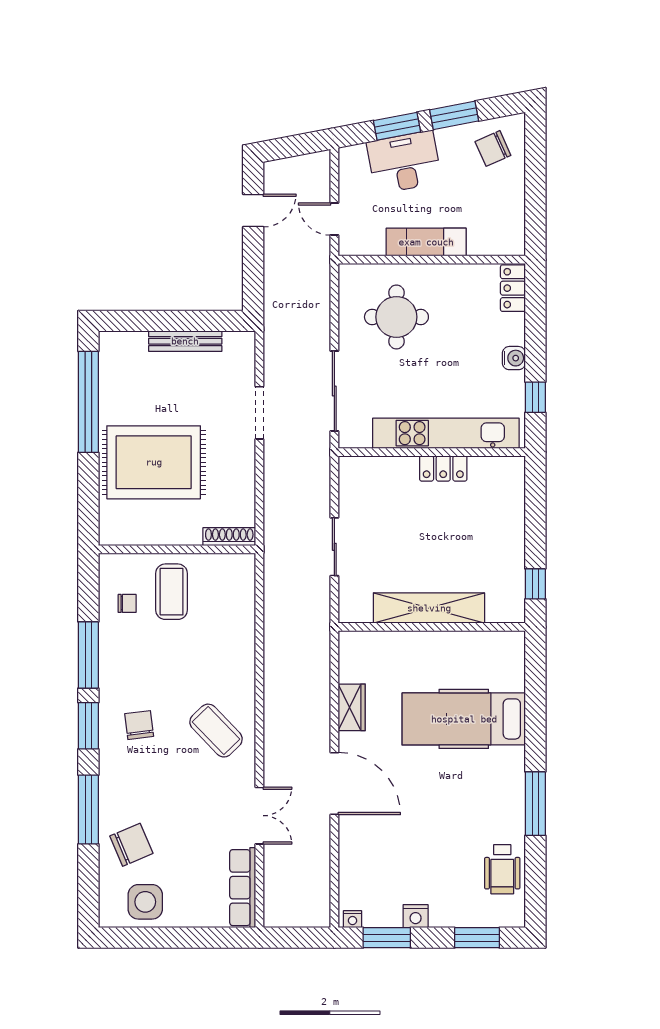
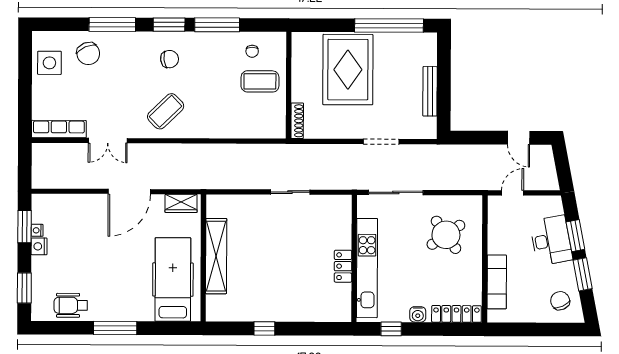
exam couch: (426, 242) -> (497, 282), moved
locker: (513, 288) -> (456, 314), width x1.53
round table: (396, 317) -> (446, 235), turned -35
shelving: (429, 608) -> (216, 256), moved
wall: (432, 627) -> (203, 258), moved
nightstand: (353, 919) -> (37, 230), moved

